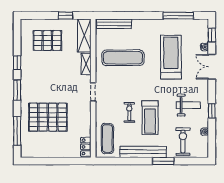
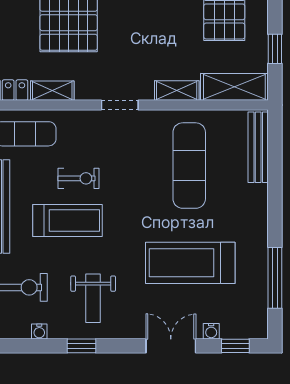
treadmill: (171, 57) -> (190, 263), turned 180
treadmill: (150, 118) -> (67, 221), turned 180
shelving: (86, 125) -> (52, 91), added

